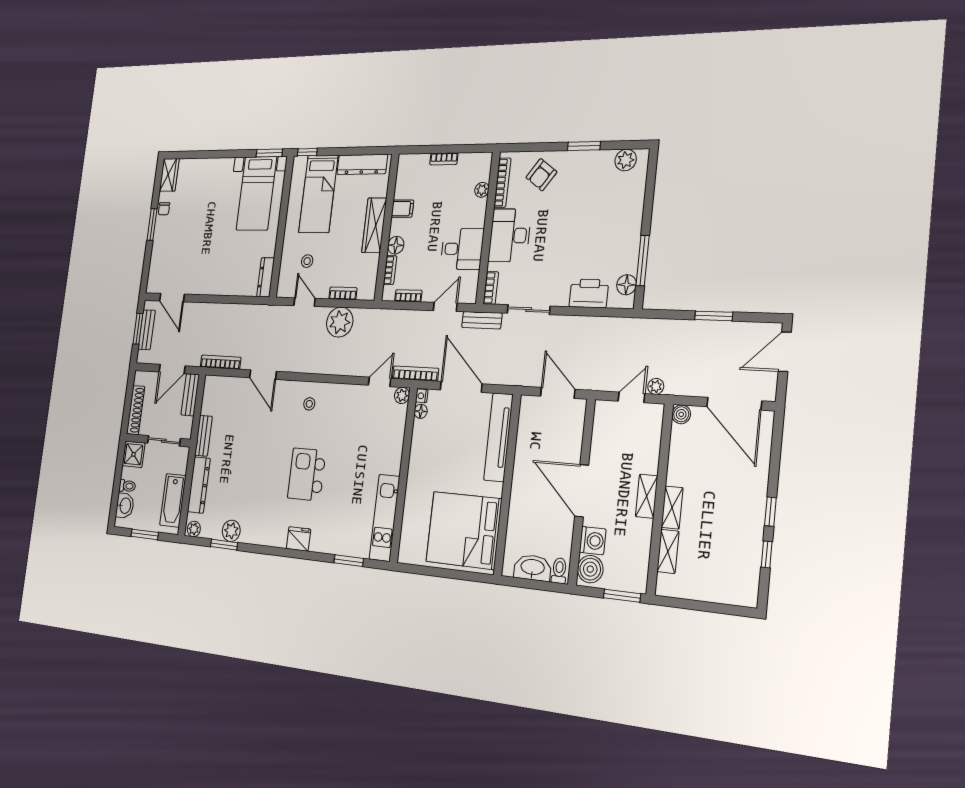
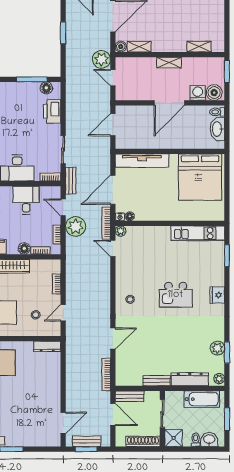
plant: (340, 322) -> (76, 226), moved
plant: (656, 386) -> (101, 59), width x1.88, depth x1.88
shelving: (672, 508) -> (139, 47), moved

